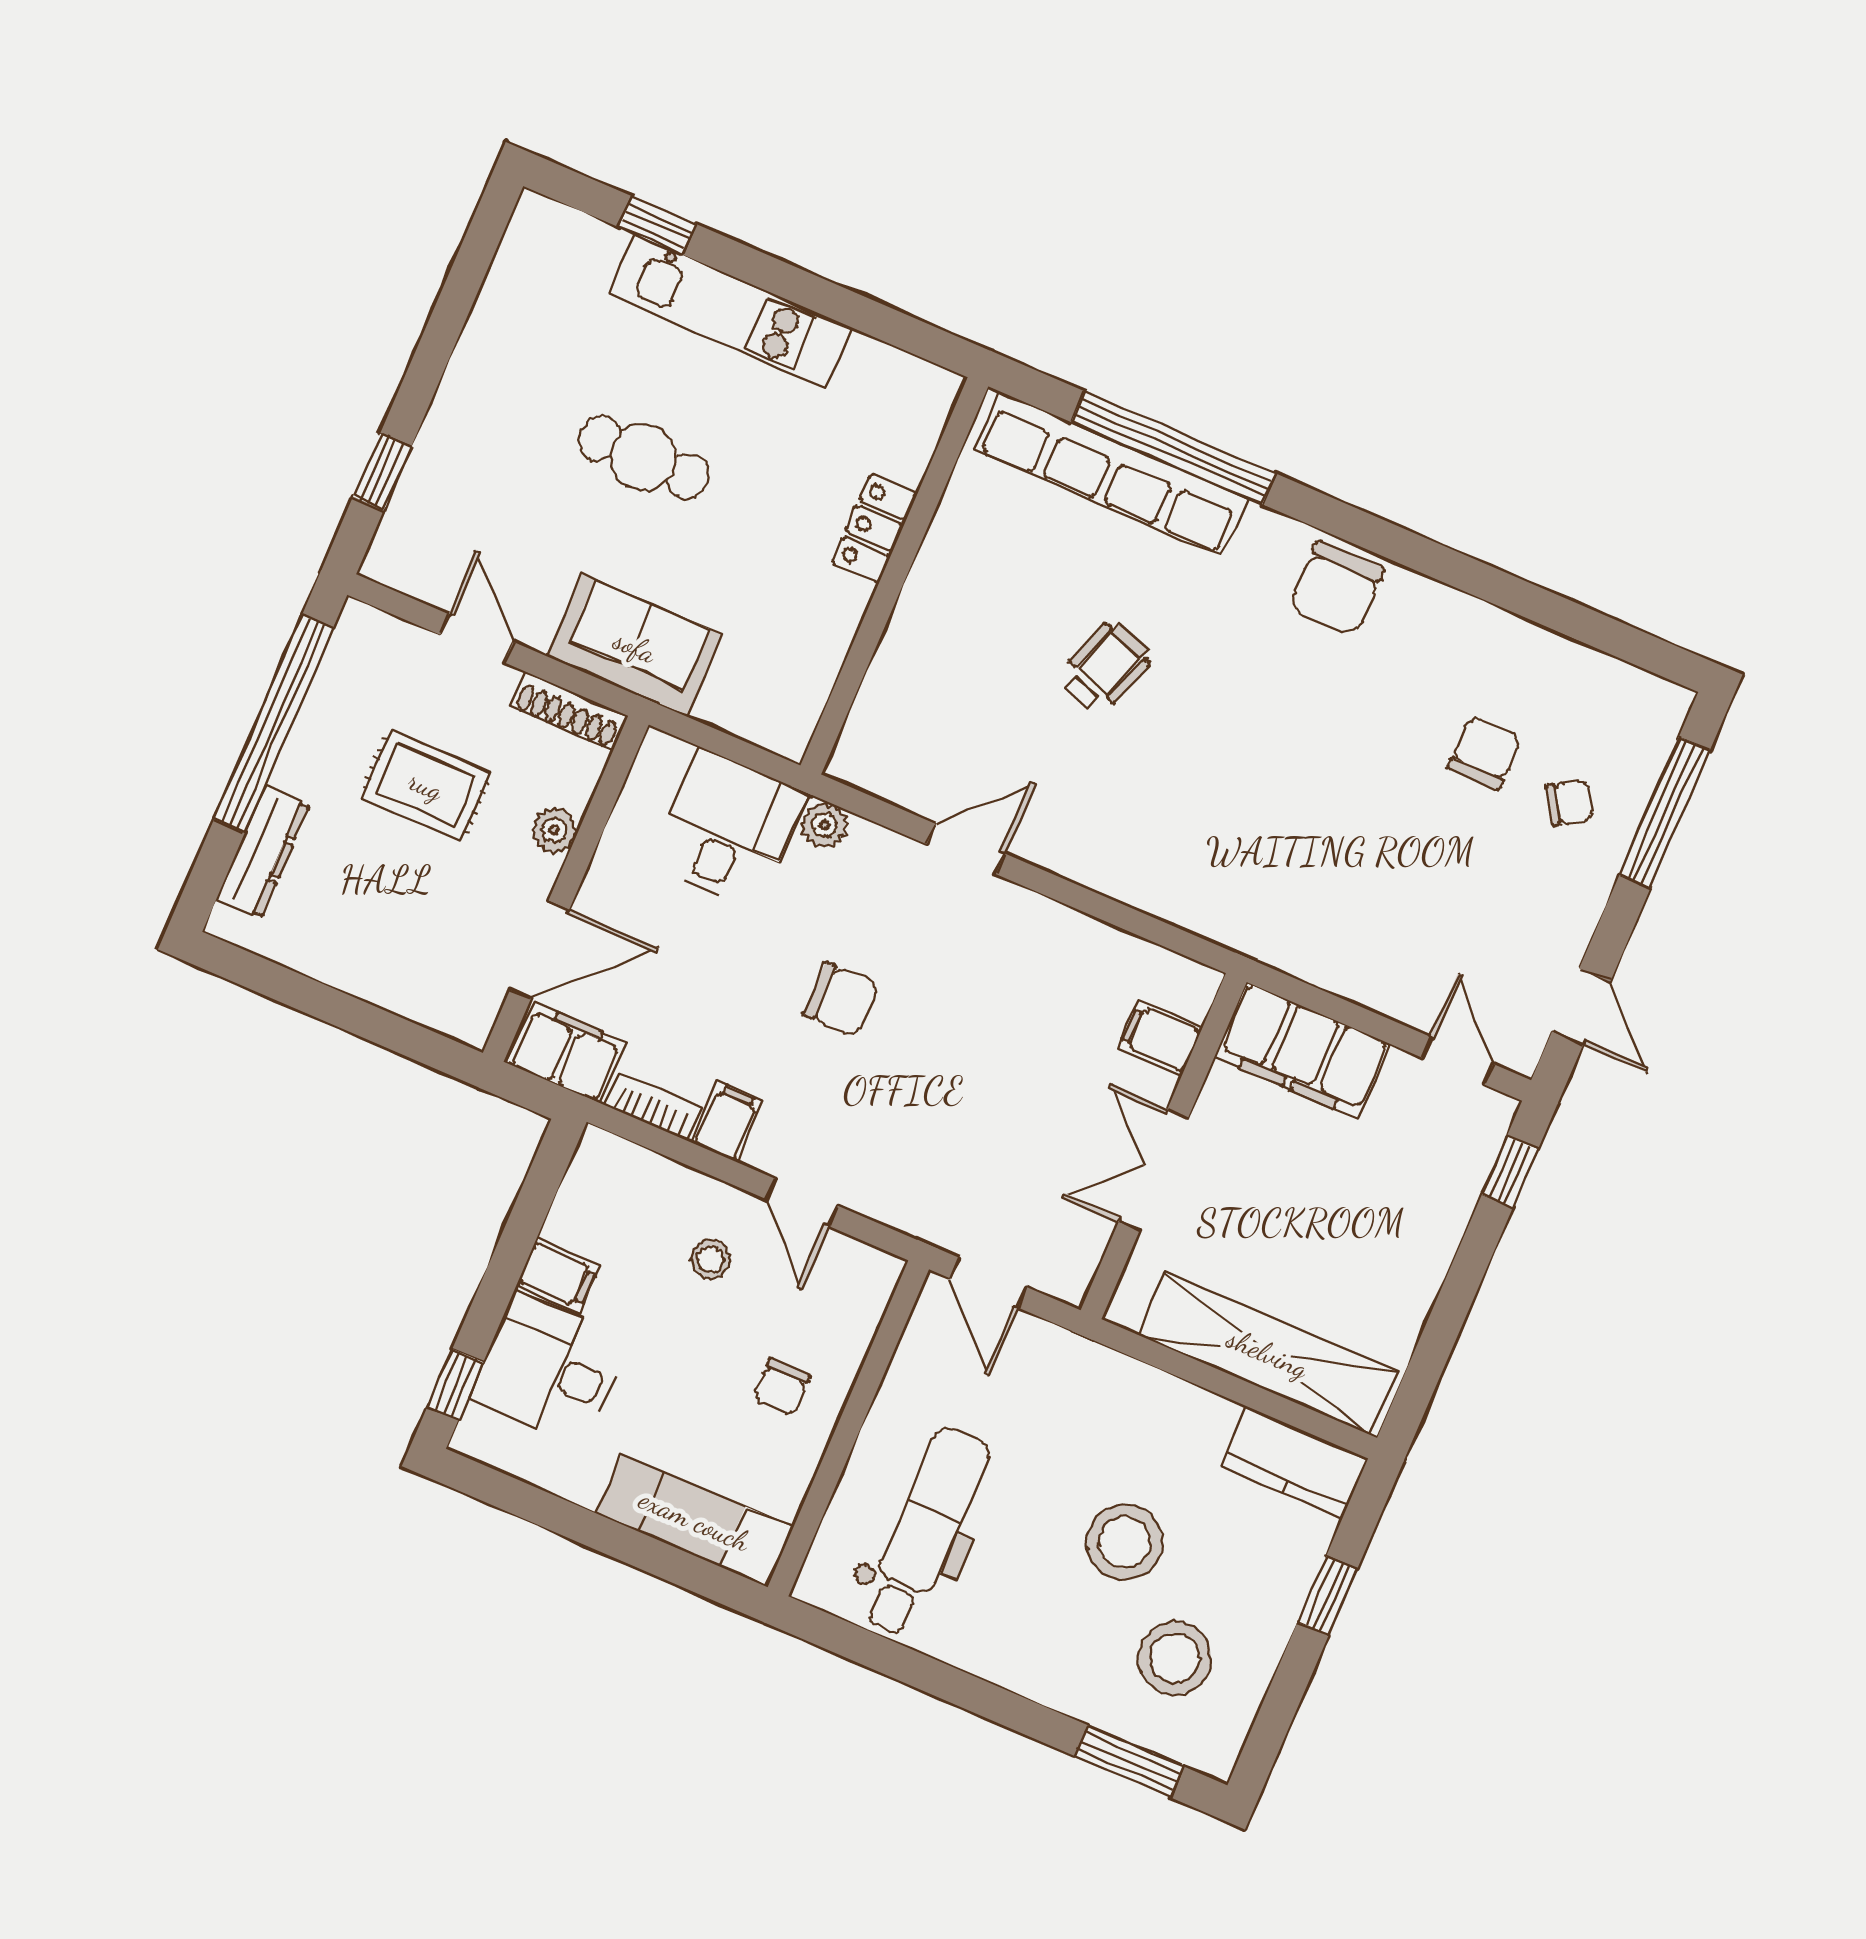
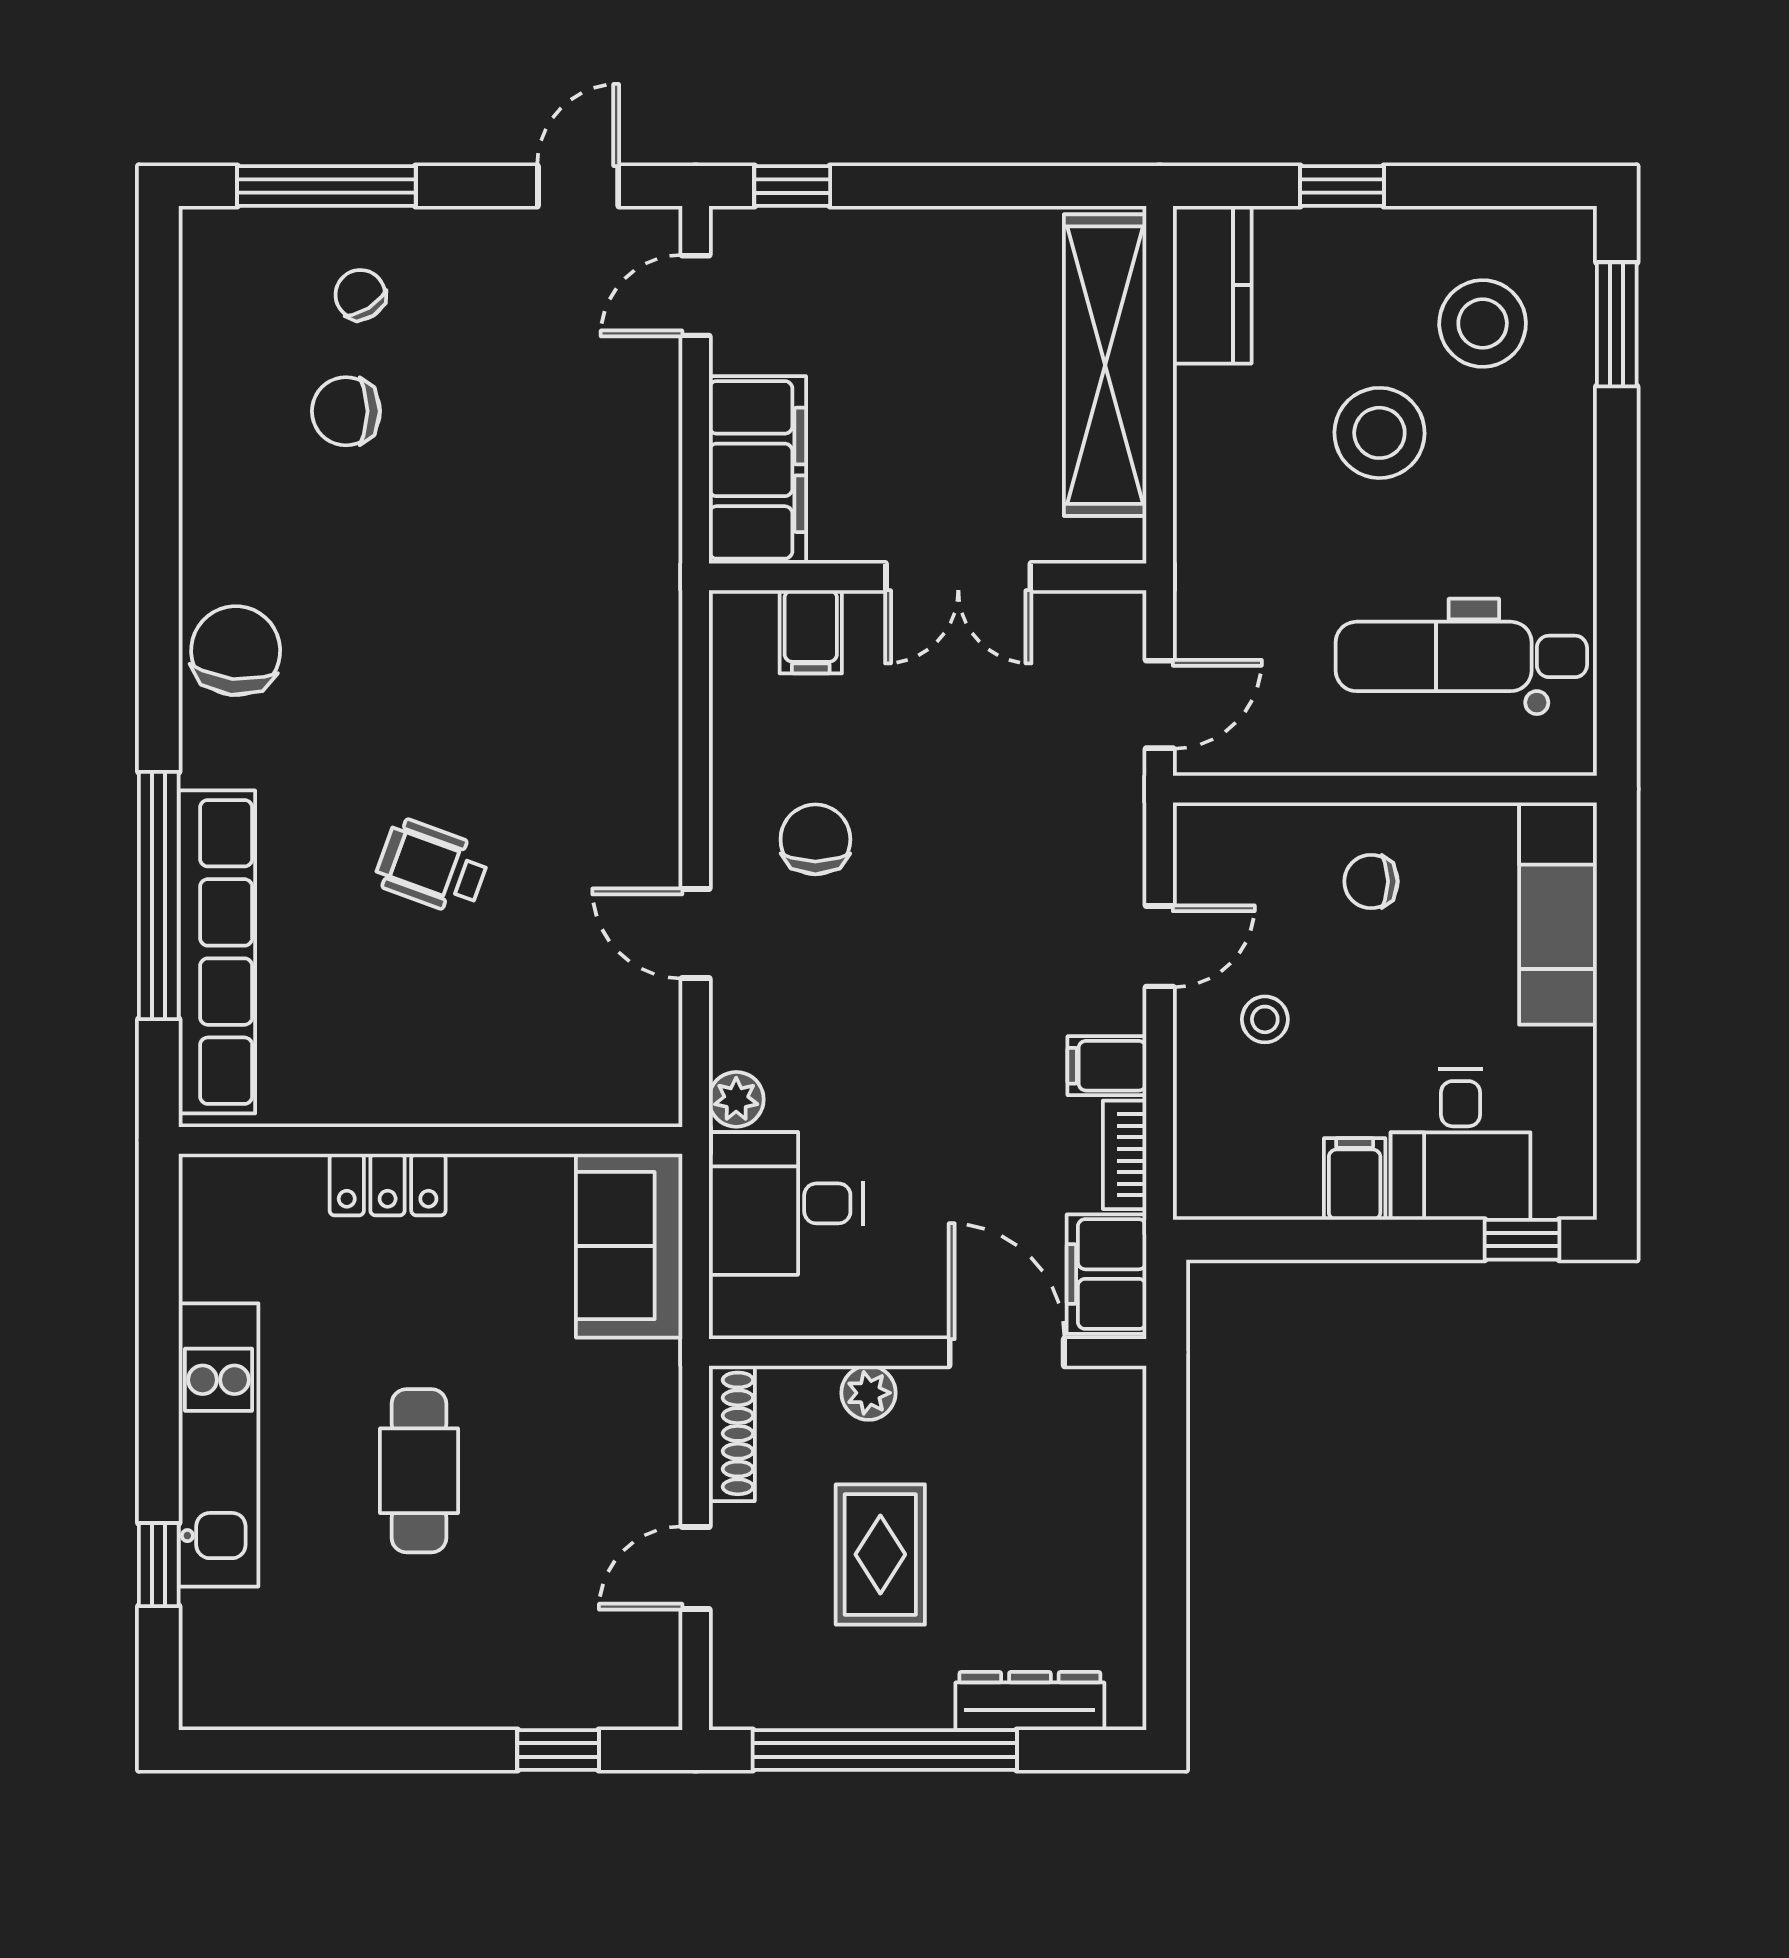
chair: (1337, 588) -> (236, 651), turned -84
sofa: (635, 646) -> (629, 1246), moved
chair: (841, 1000) -> (815, 839), moved
chair: (782, 1387) -> (1371, 881), turned 180

